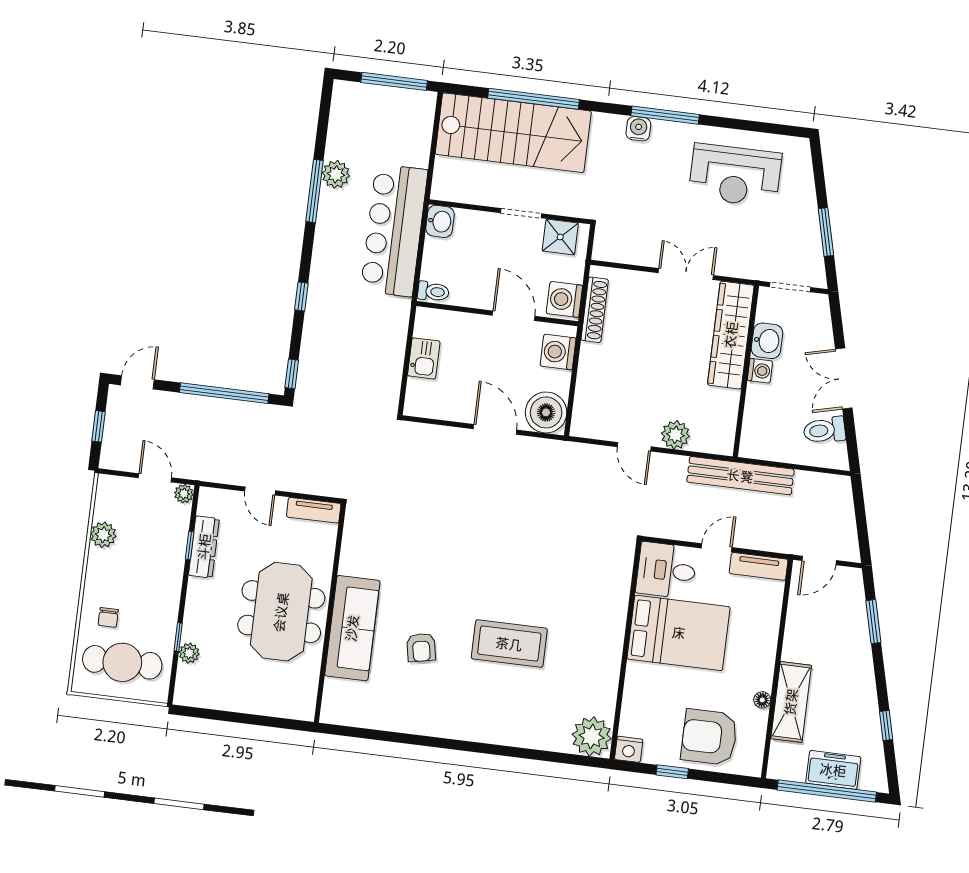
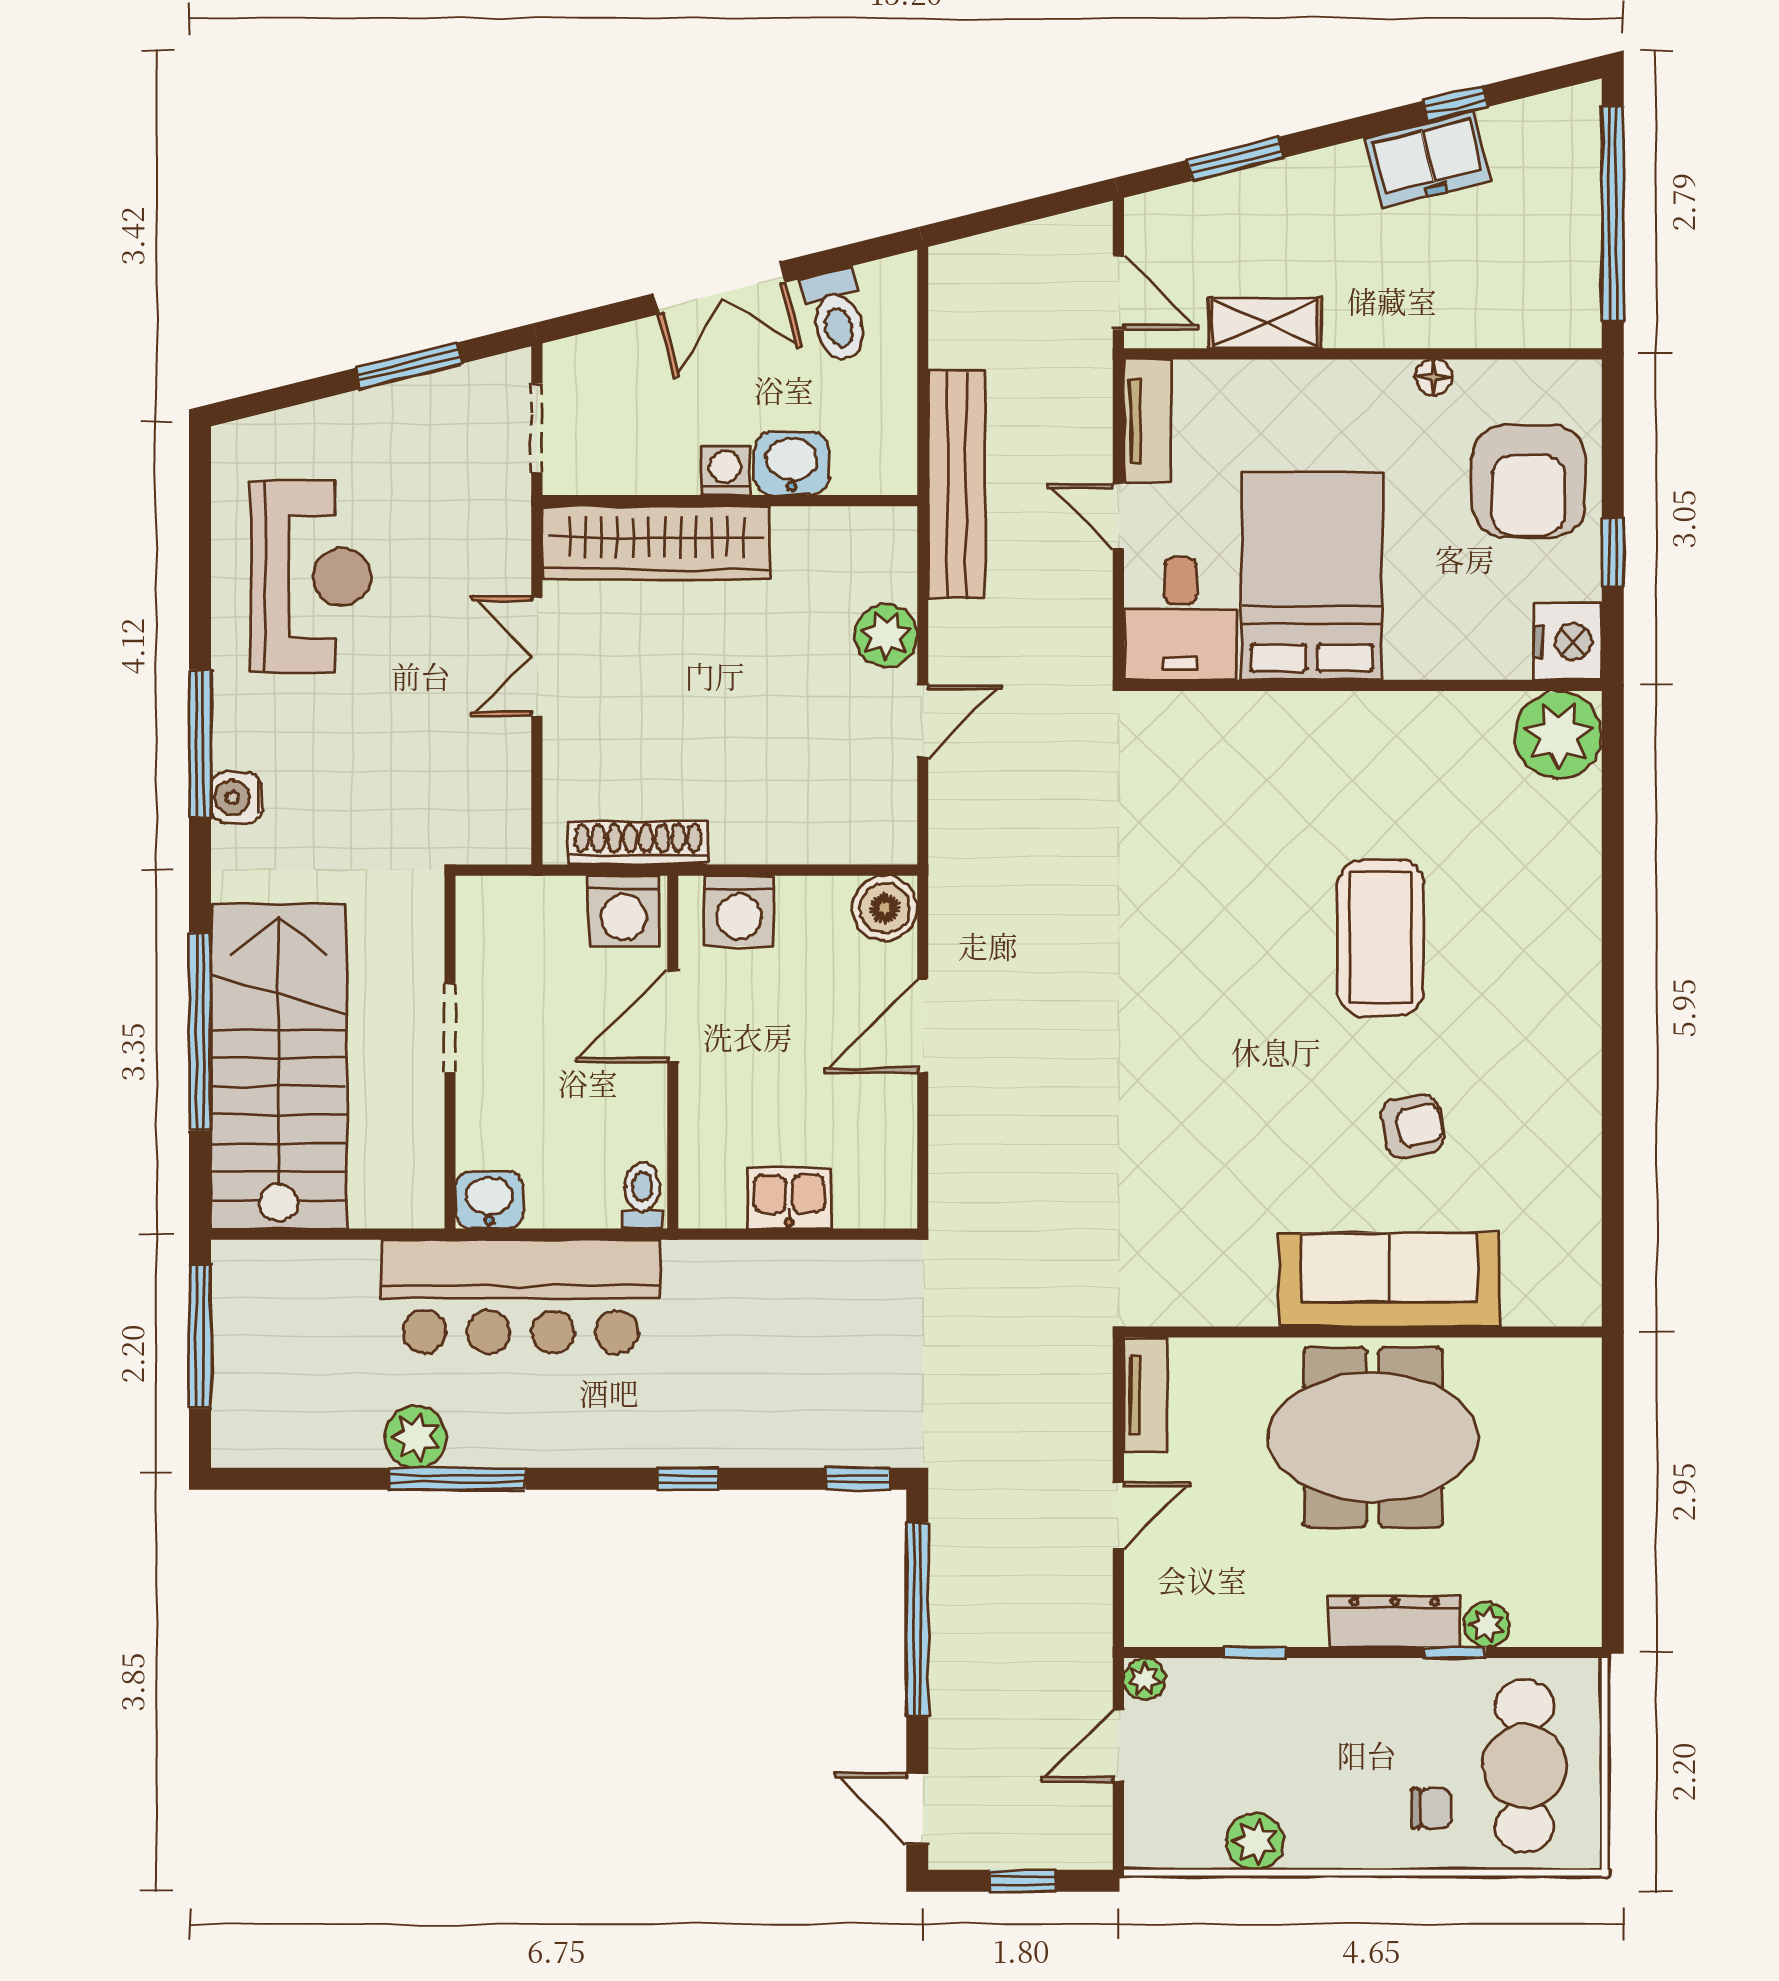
shower: (560, 237) -> (491, 937), removed
washbasin: (767, 341) -> (792, 463), moved
boiler: (546, 412) -> (885, 908), width x0.73, depth x0.73
dresser: (204, 547) -> (1395, 1621), moved
shelving: (791, 702) -> (1265, 323), moved, width x0.67, depth x0.75
nightstand: (629, 749) -> (1568, 642), width x1.36, depth x1.33
freezer: (833, 770) -> (1428, 159), moved, turned -104

